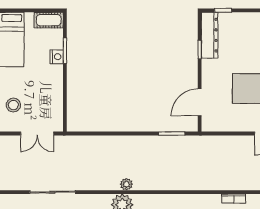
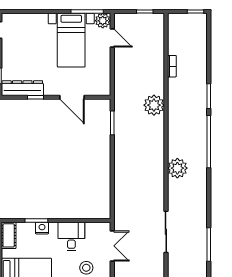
desk: (48, 89) -> (71, 236), added
door: (200, 102) -> (72, 97), moved
plant: (126, 184) -> (154, 105), moved, width x1.88, depth x1.88

